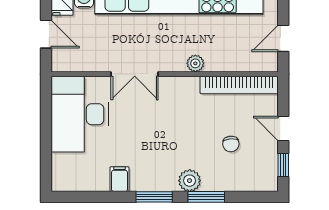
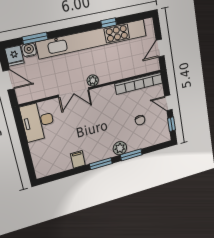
plant: (195, 63) -> (93, 80), moved
desk: (80, 114) -> (38, 121), width x0.73, depth x0.77

